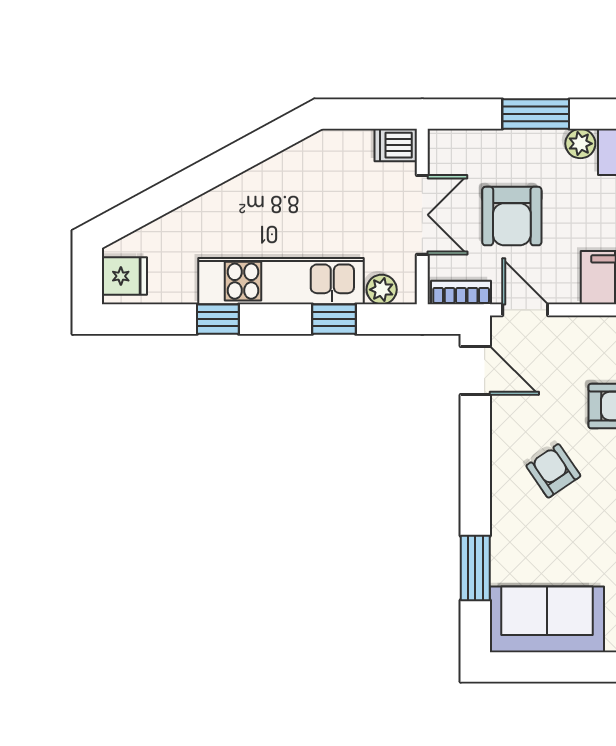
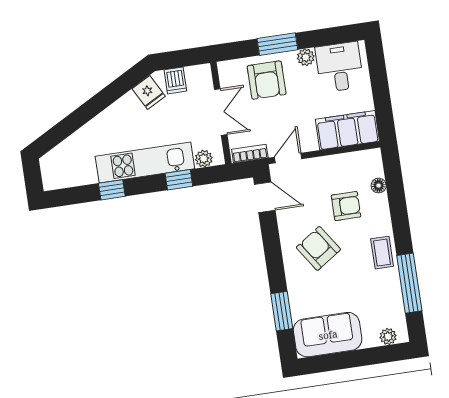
dishwasher: (396, 145) -> (175, 80), moved, turned -90
armchair: (512, 216) -> (267, 80), moved
fridge: (124, 276) -> (149, 92), moved, turned 61
door: (525, 310) -> (288, 158), hinge flipped
armchair: (553, 471) -> (318, 248), width x1.38, depth x1.38

